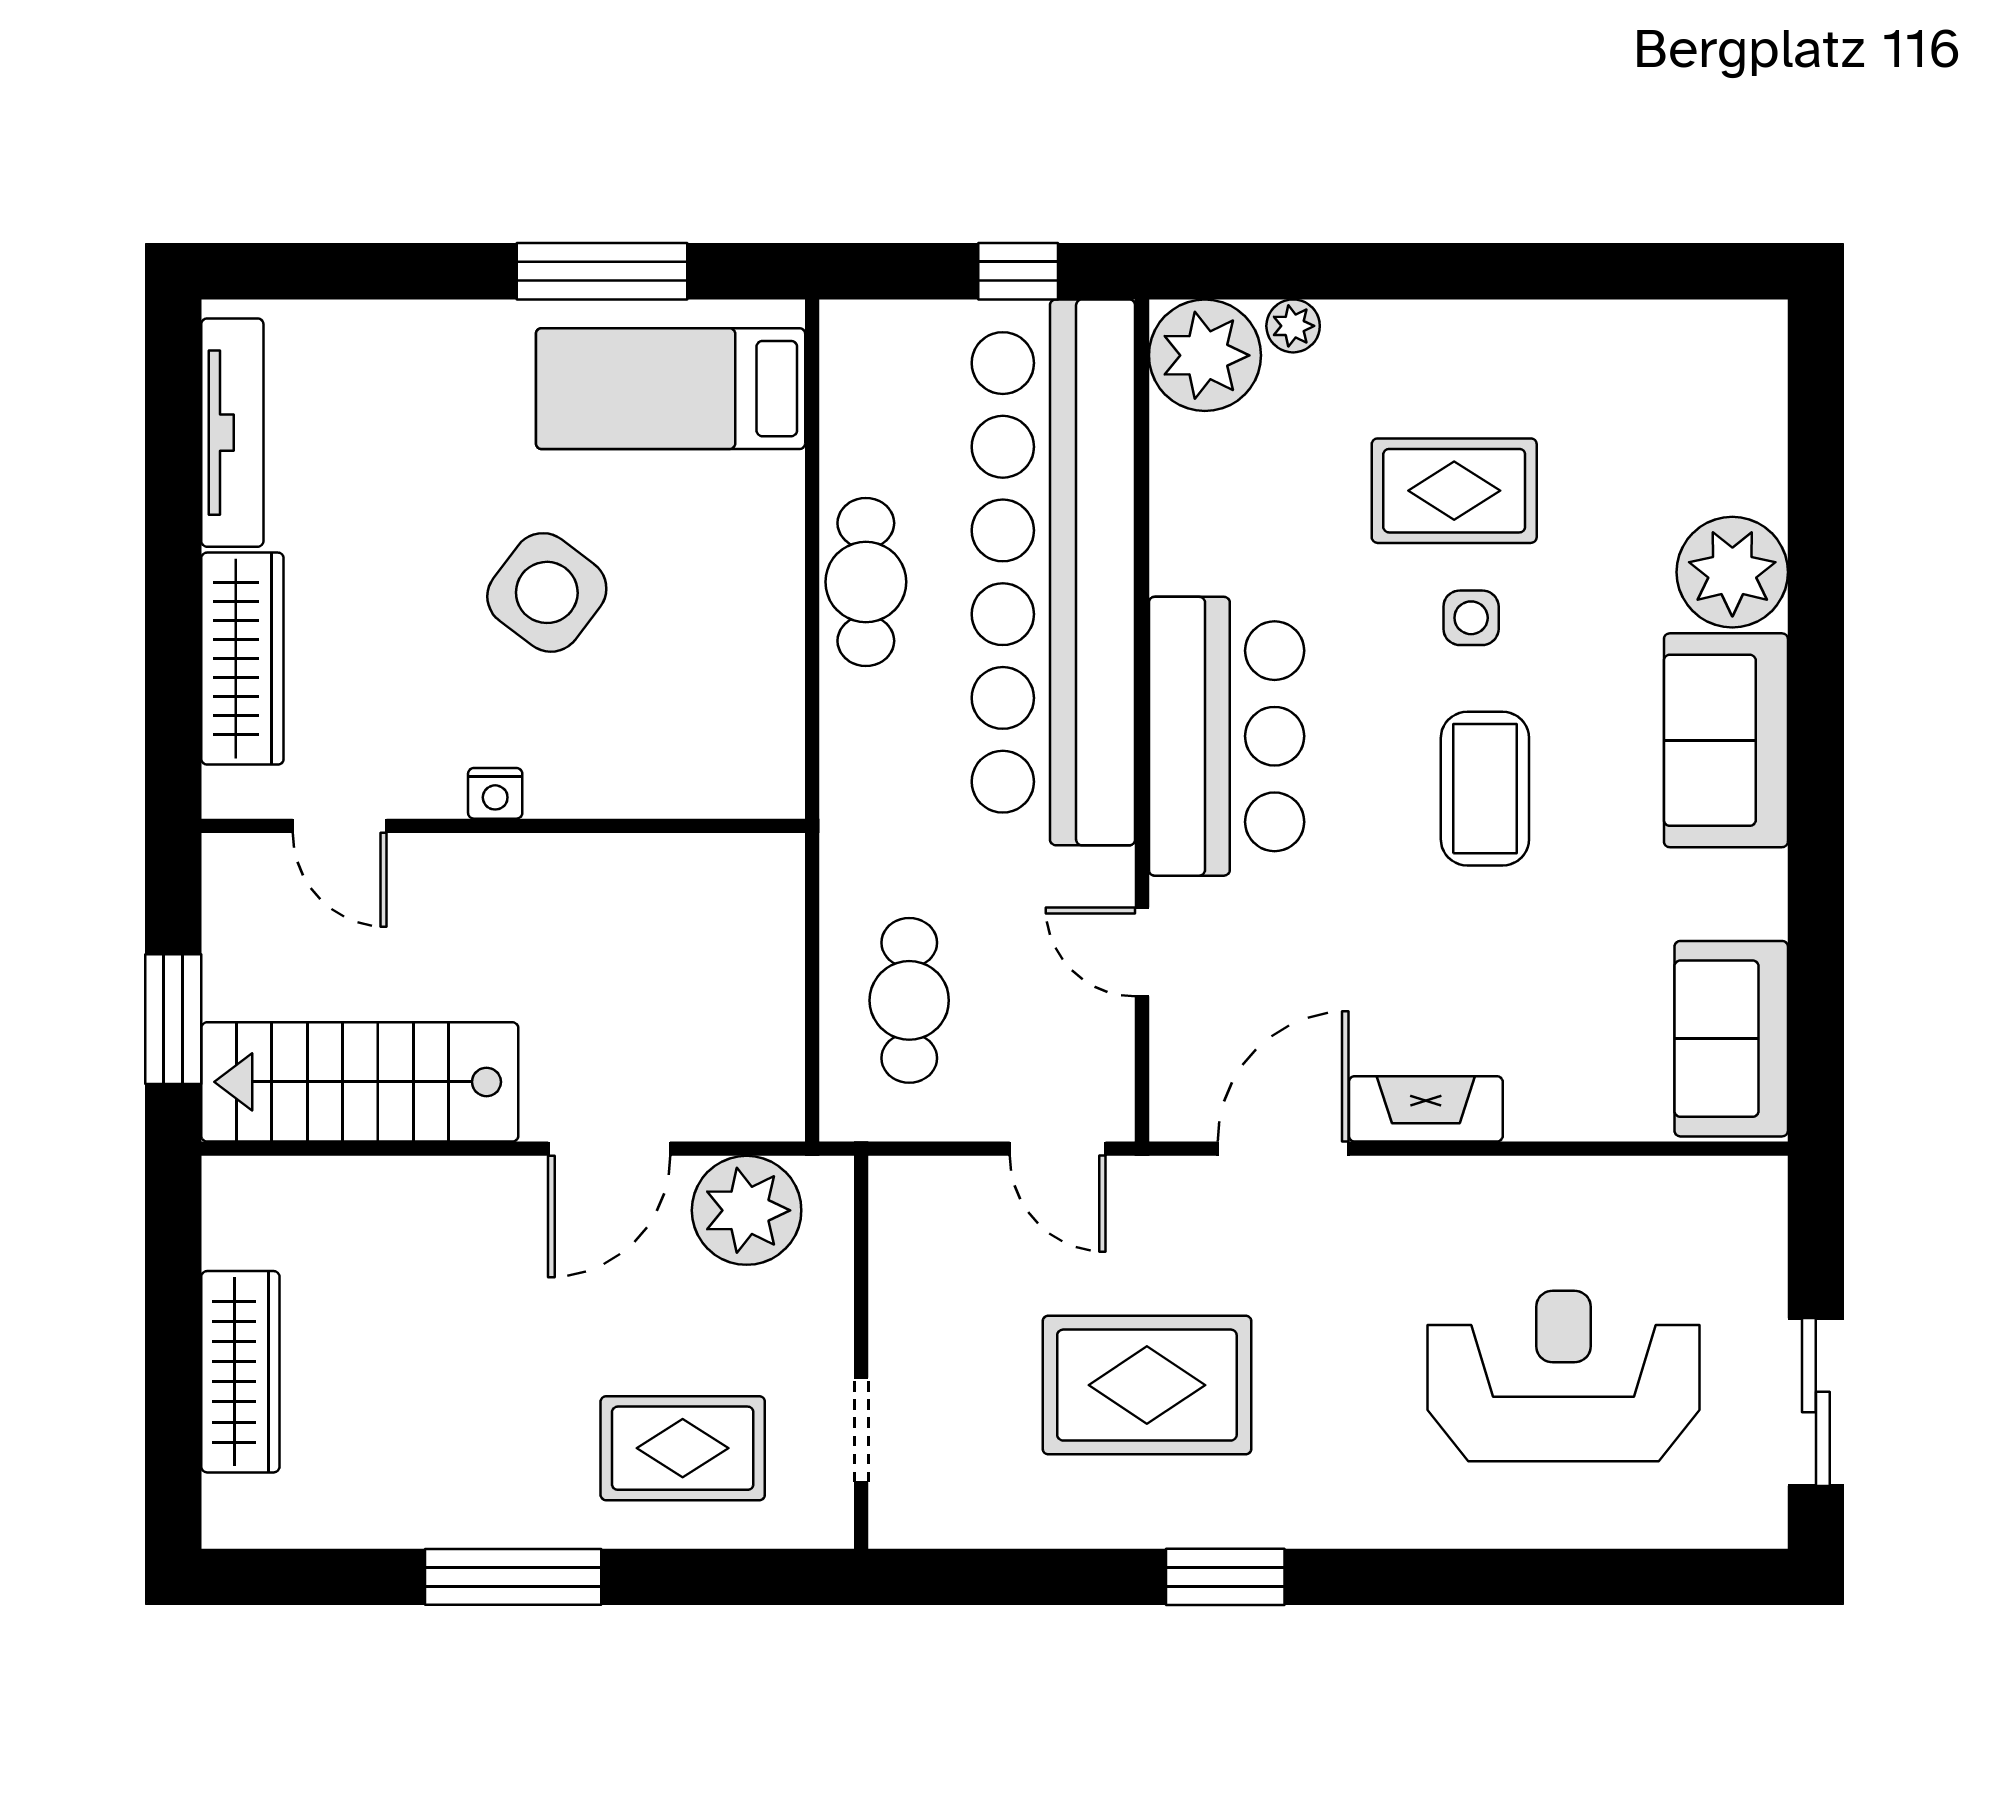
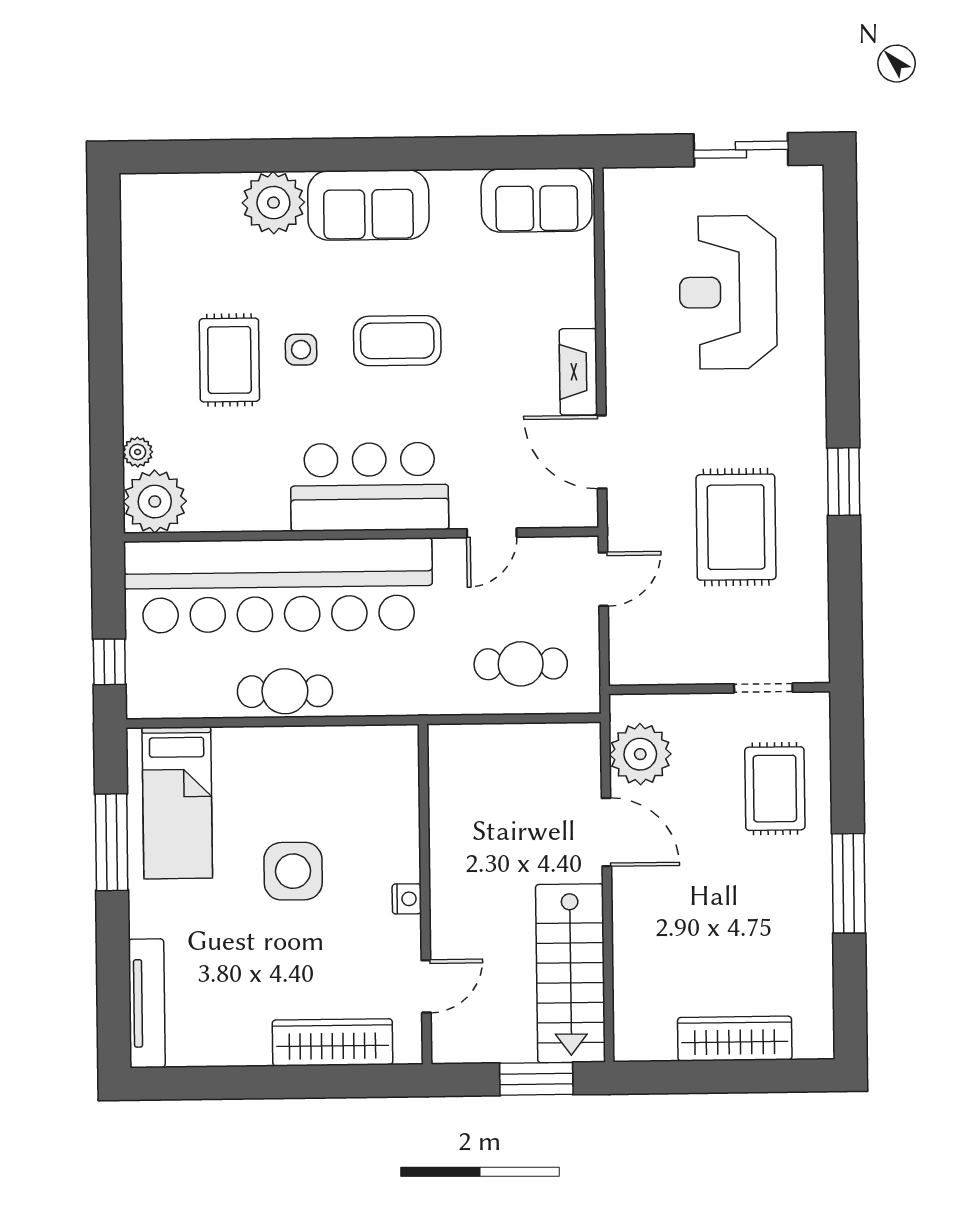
window: (1018, 271) -> (109, 662), moved
tv unit: (232, 433) -> (147, 1003), moved, turned 90
side table: (547, 592) -> (293, 871), turned -37

